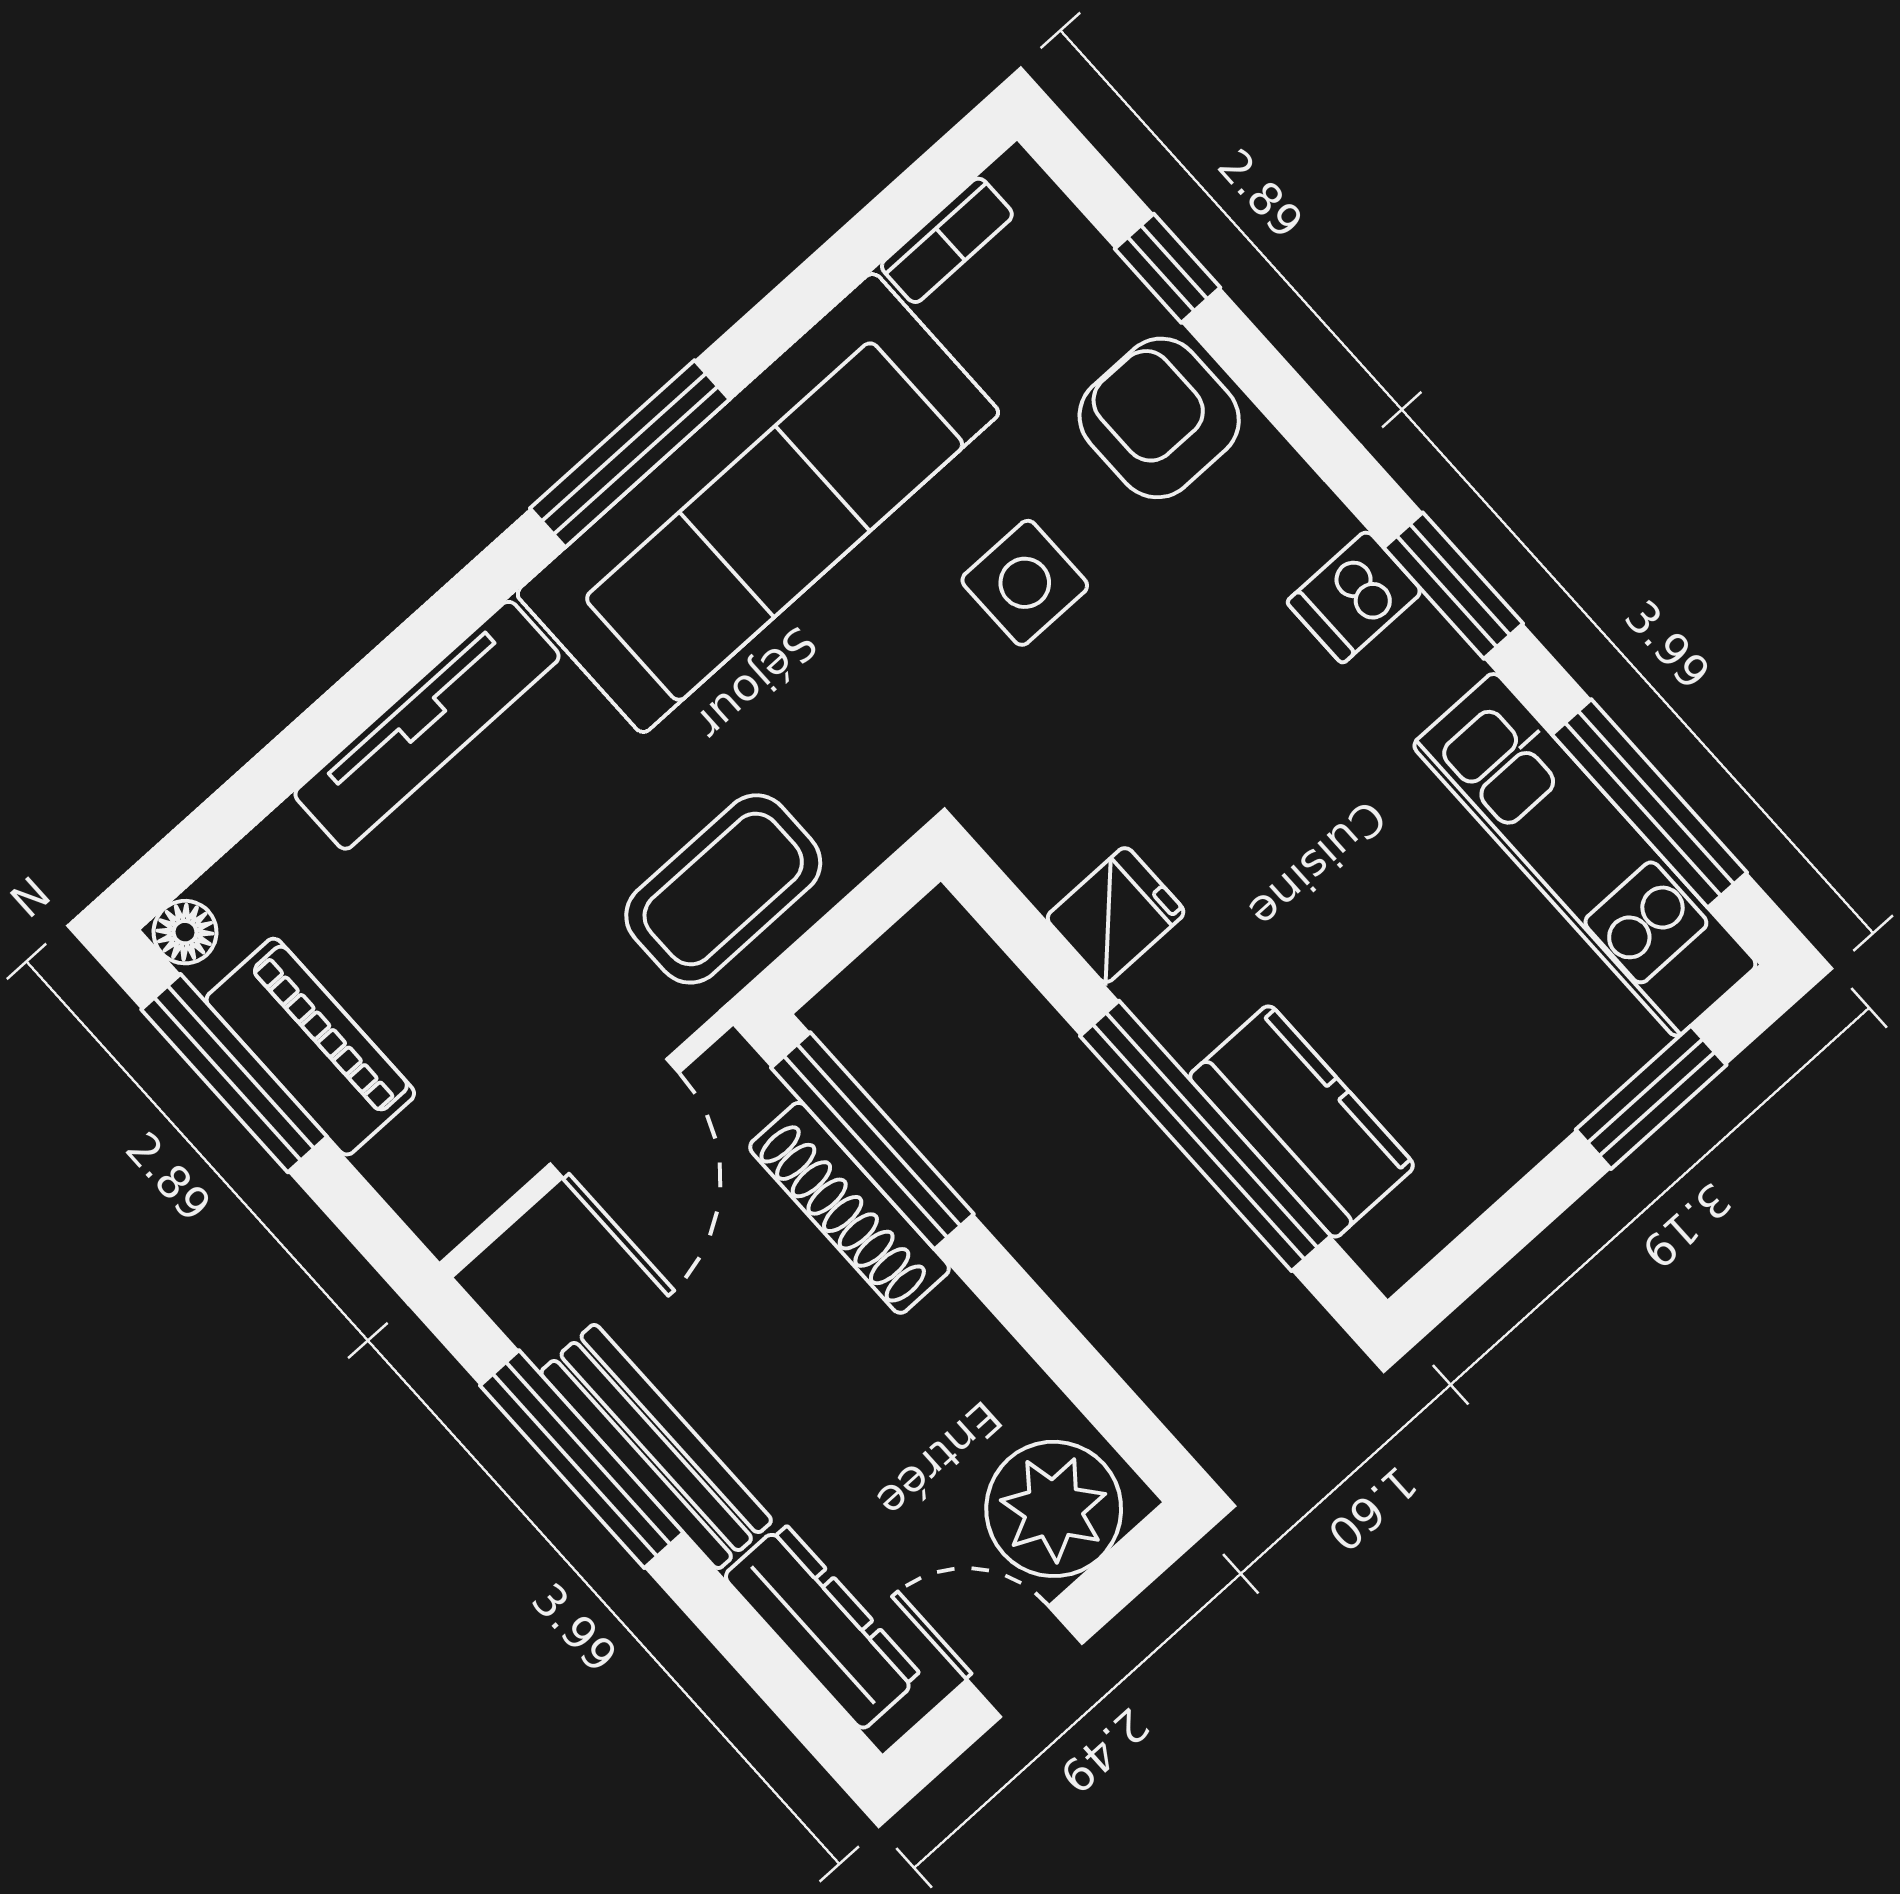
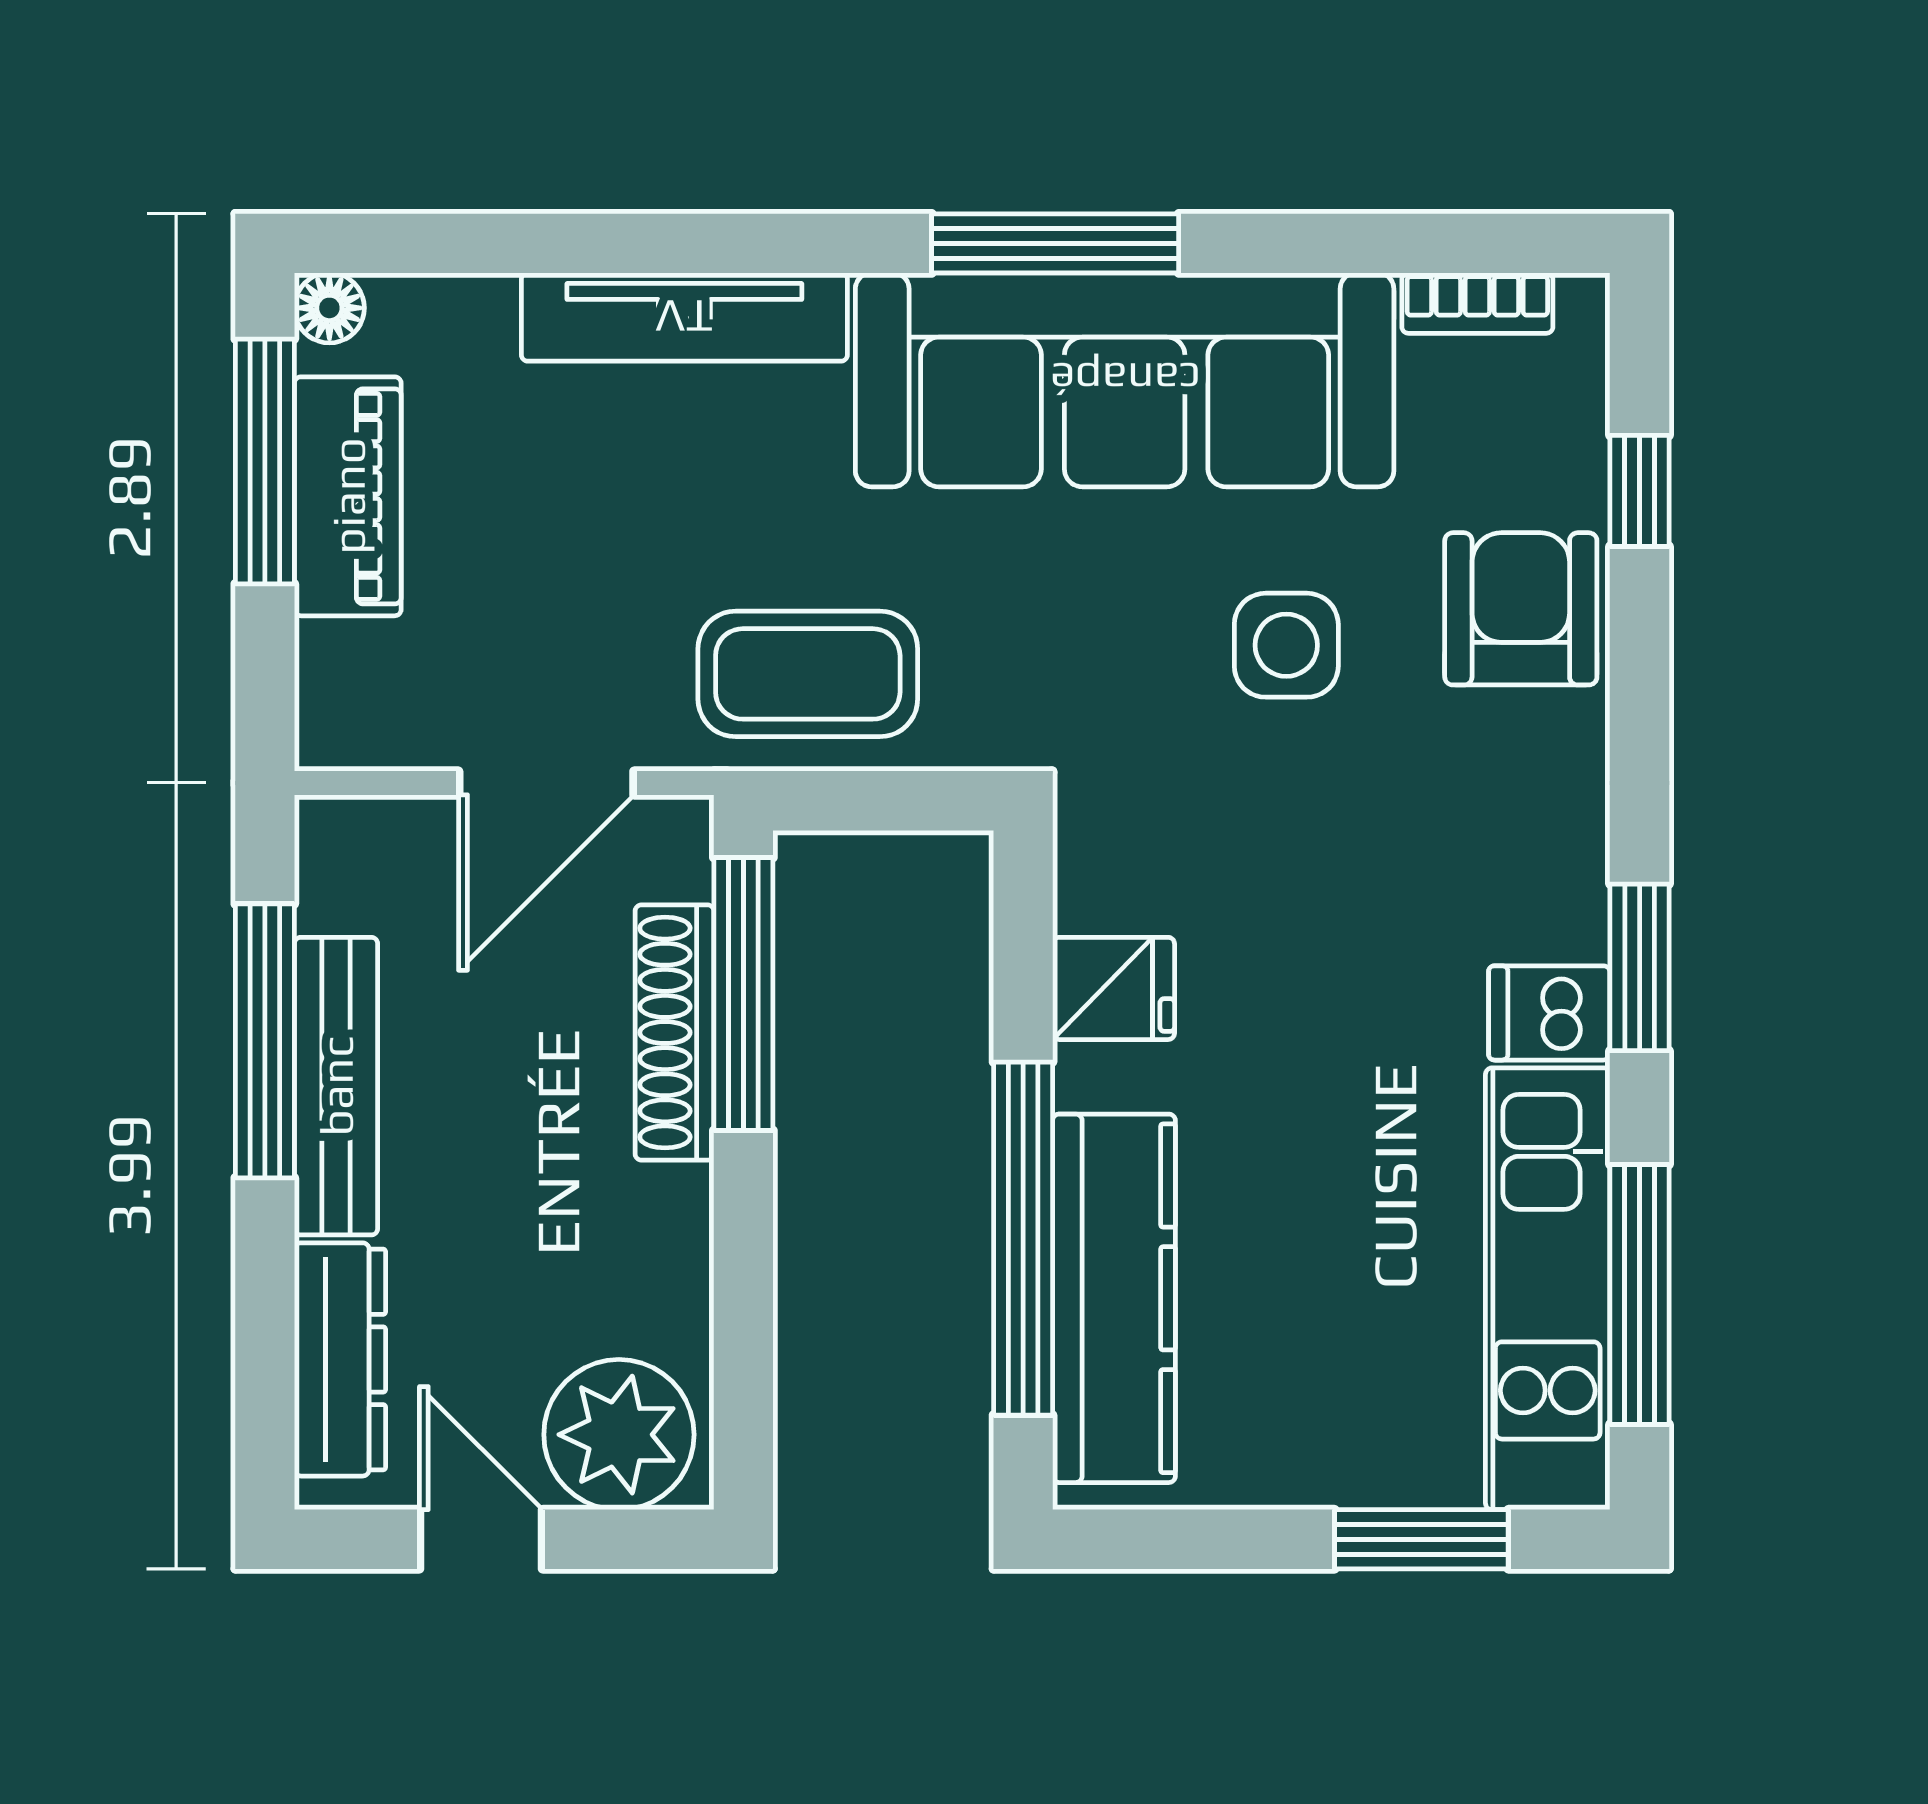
dishwasher: (1354, 597) -> (1549, 1013), moved
kitchen counter: (1302, 1121) -> (1114, 1298), width x1.50

